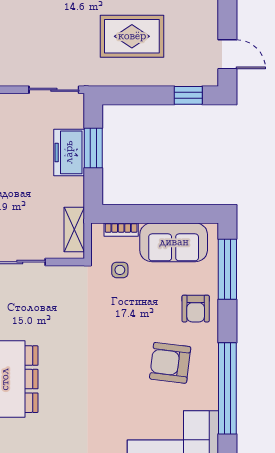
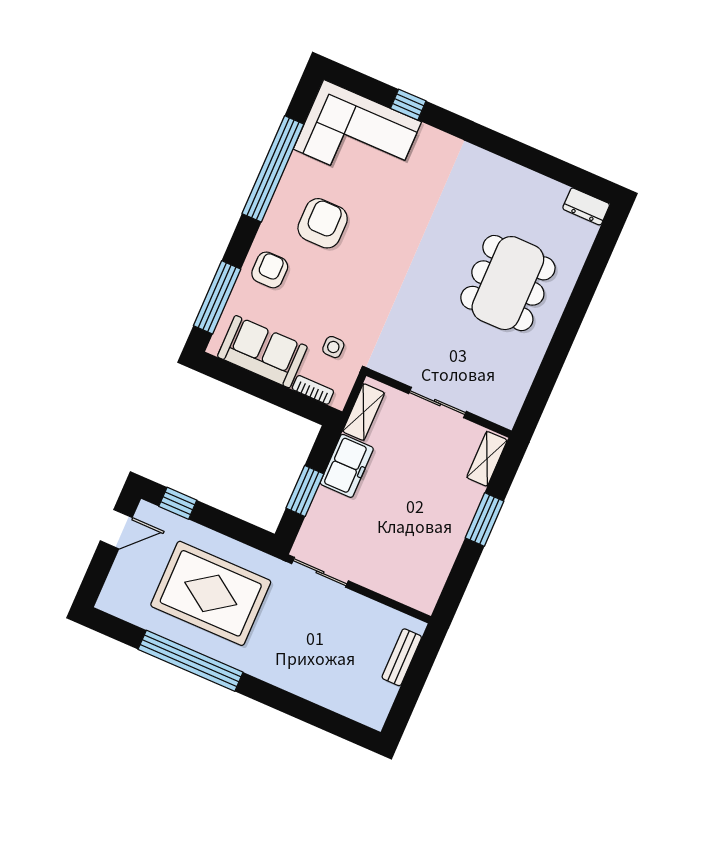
rug: (132, 36) -> (211, 593), width x1.37, depth x1.44
door: (227, 54) -> (116, 529), swing flipped
freezer: (69, 152) -> (347, 466), moved
armchair: (170, 363) -> (323, 223), turned -97

